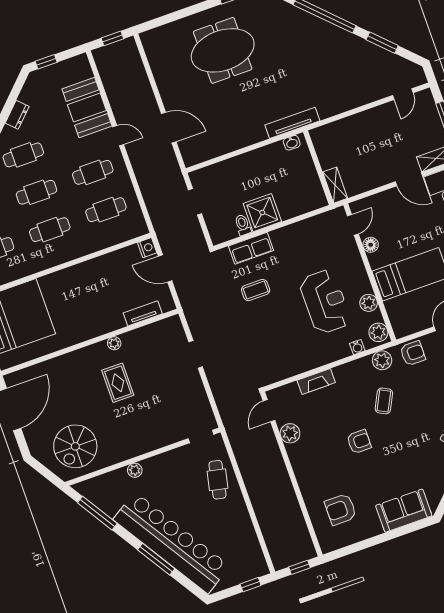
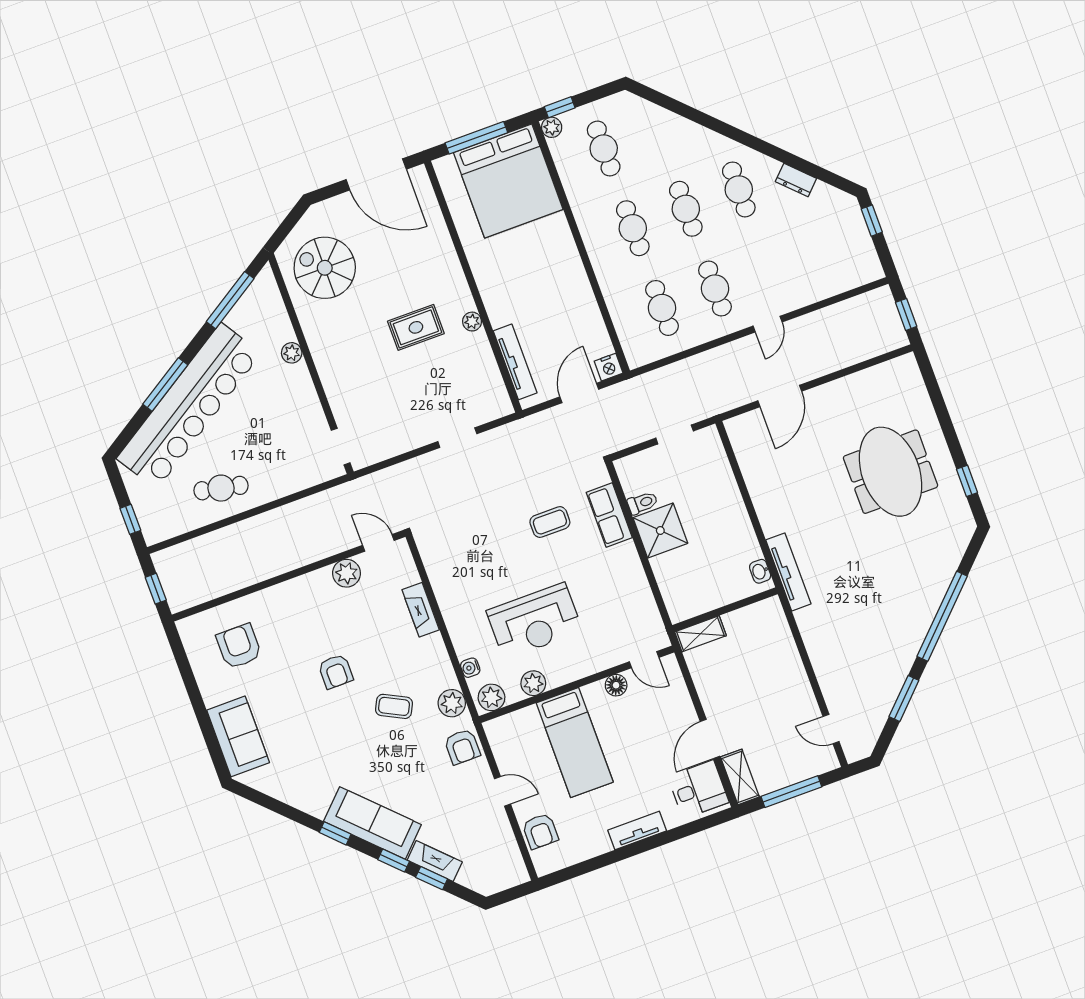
booth: (87, 108) -> (807, 279), removed
coffee table: (256, 290) -> (550, 522), turned 90
tv unit: (143, 313) -> (515, 362), width x1.41
cafe table: (217, 480) -> (221, 488), moved

